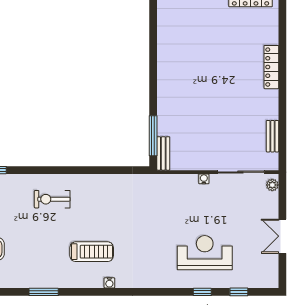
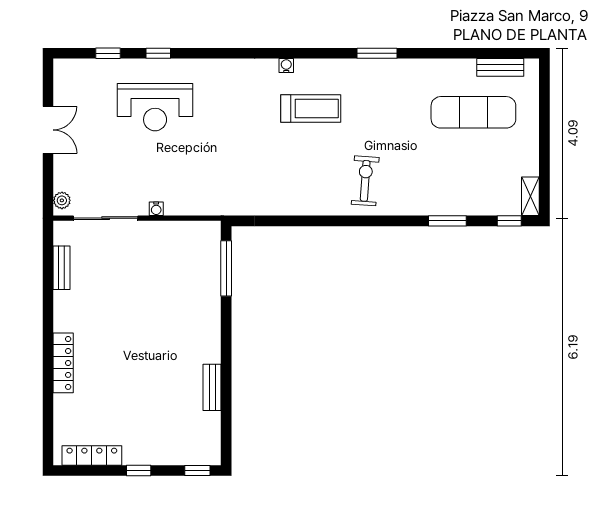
bench: (163, 153) -> (212, 387), moved
exercise bike: (52, 199) -> (365, 181), turned -86
treadmill: (92, 252) -> (311, 109), turned 180

